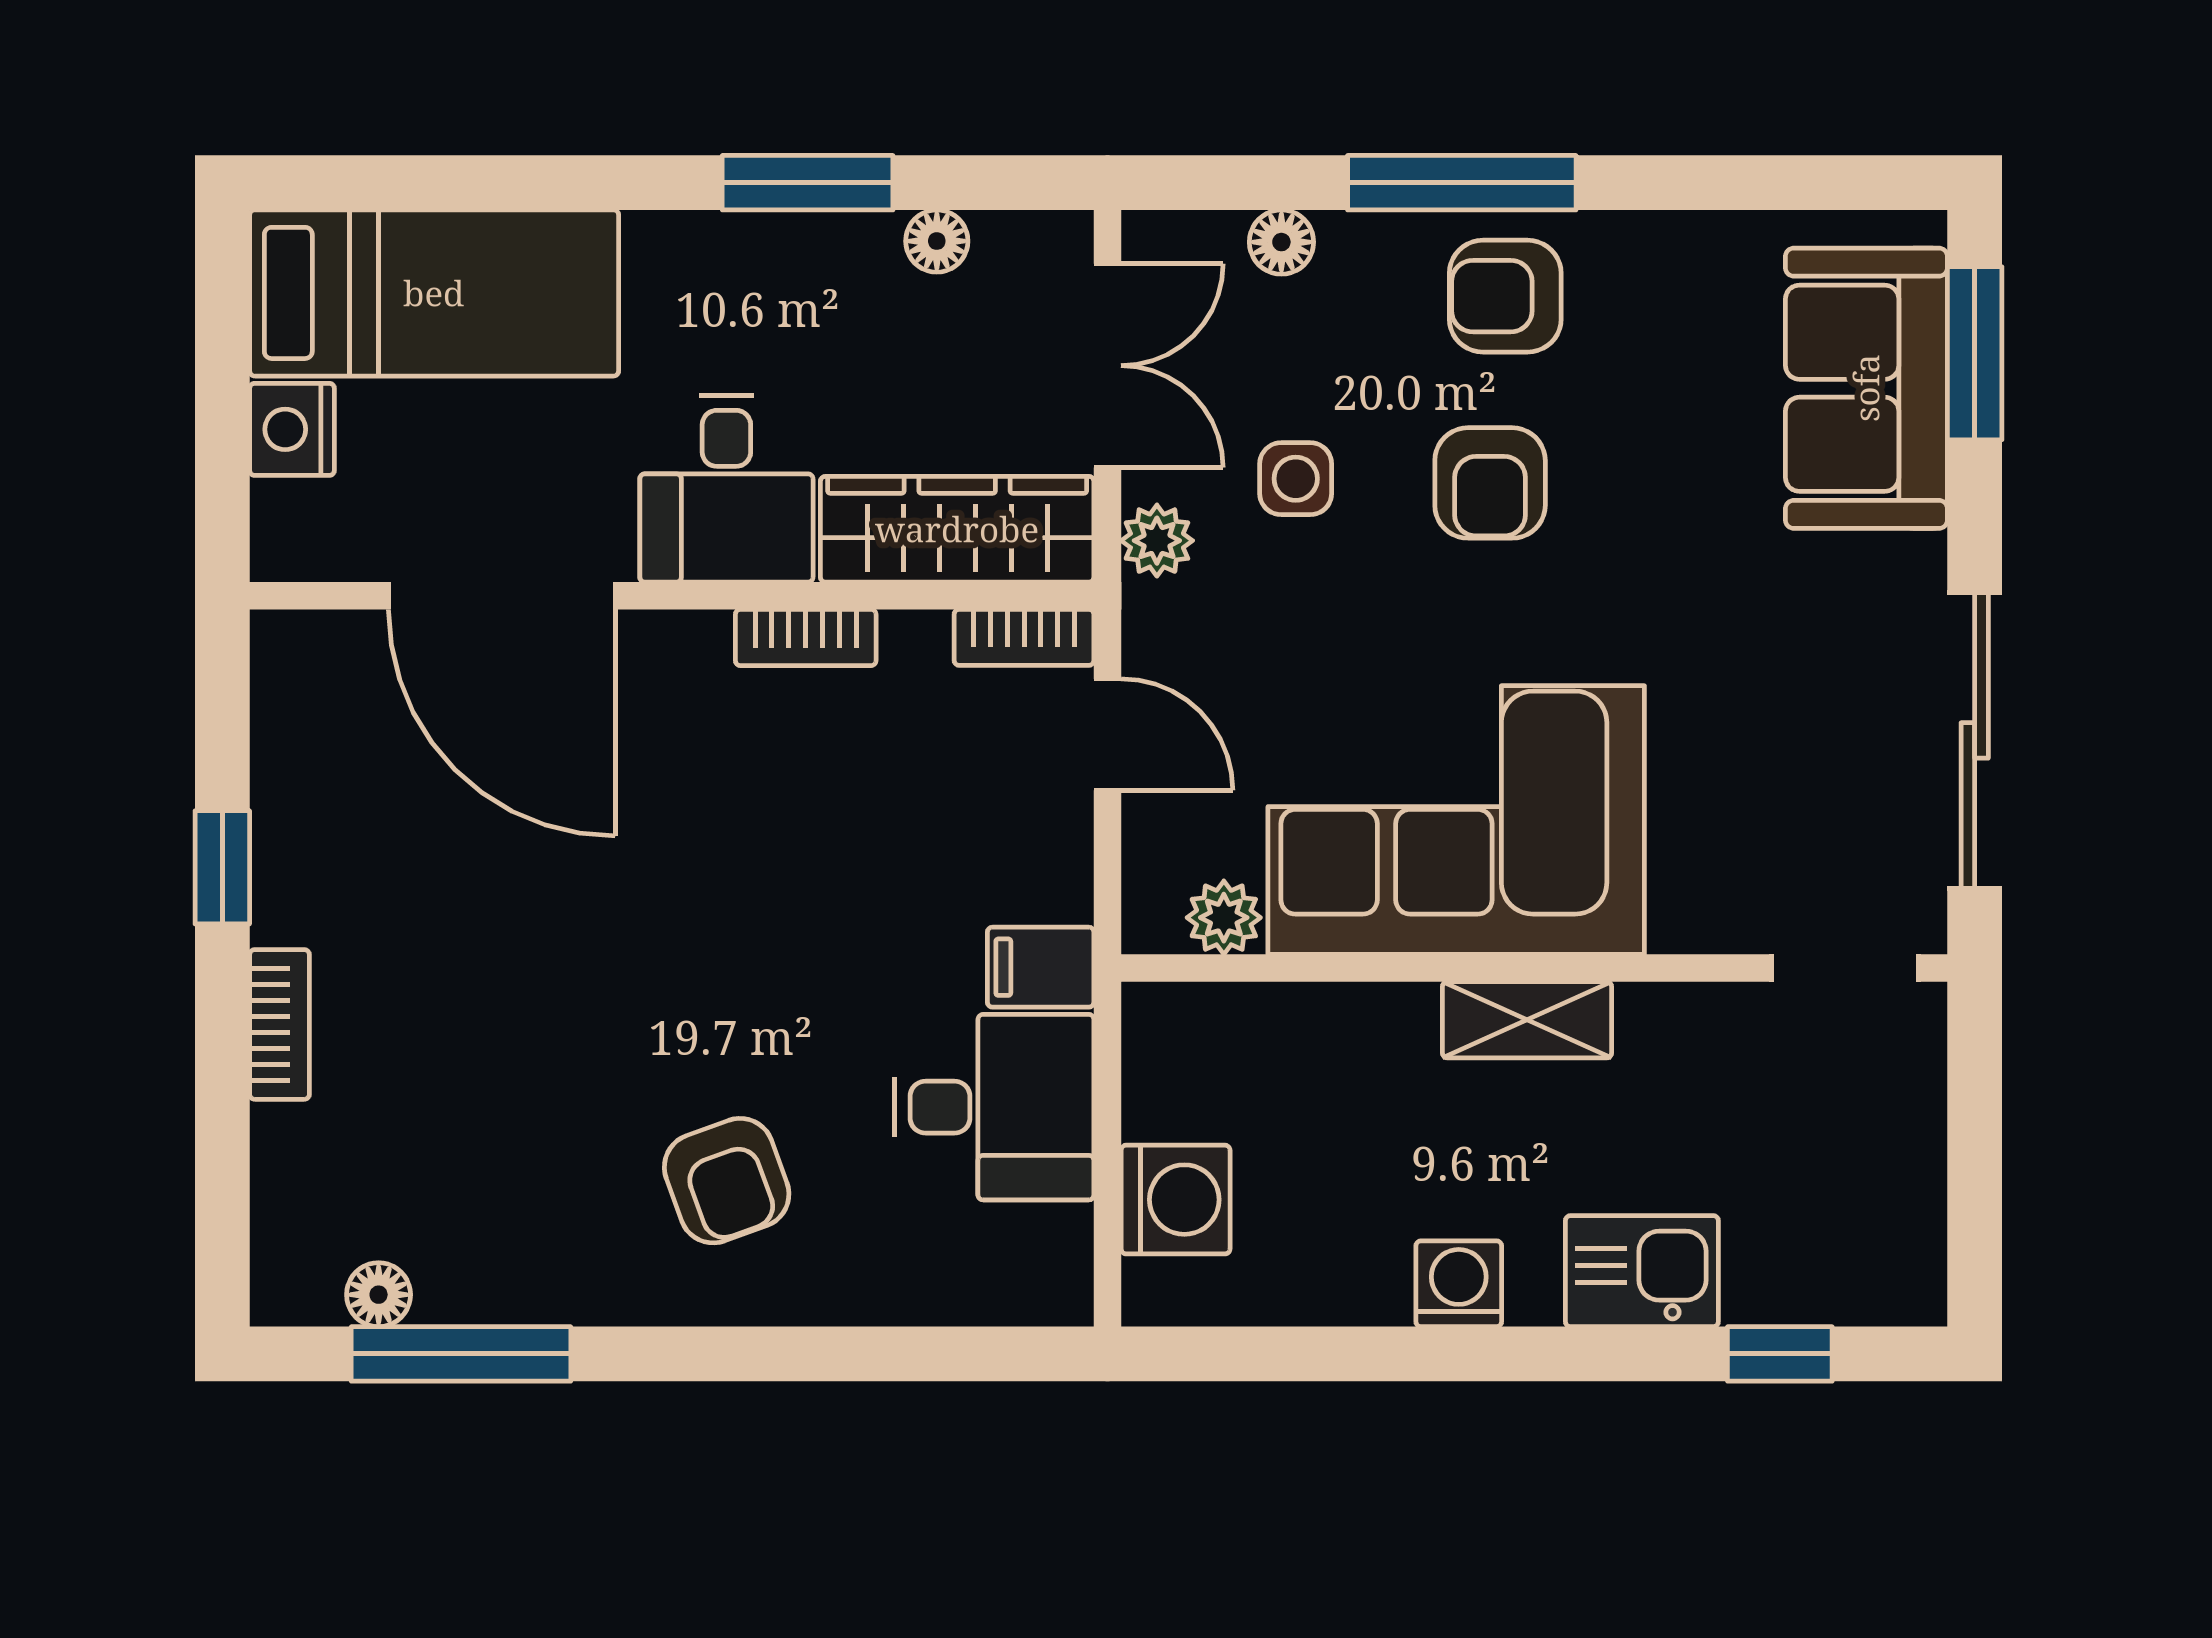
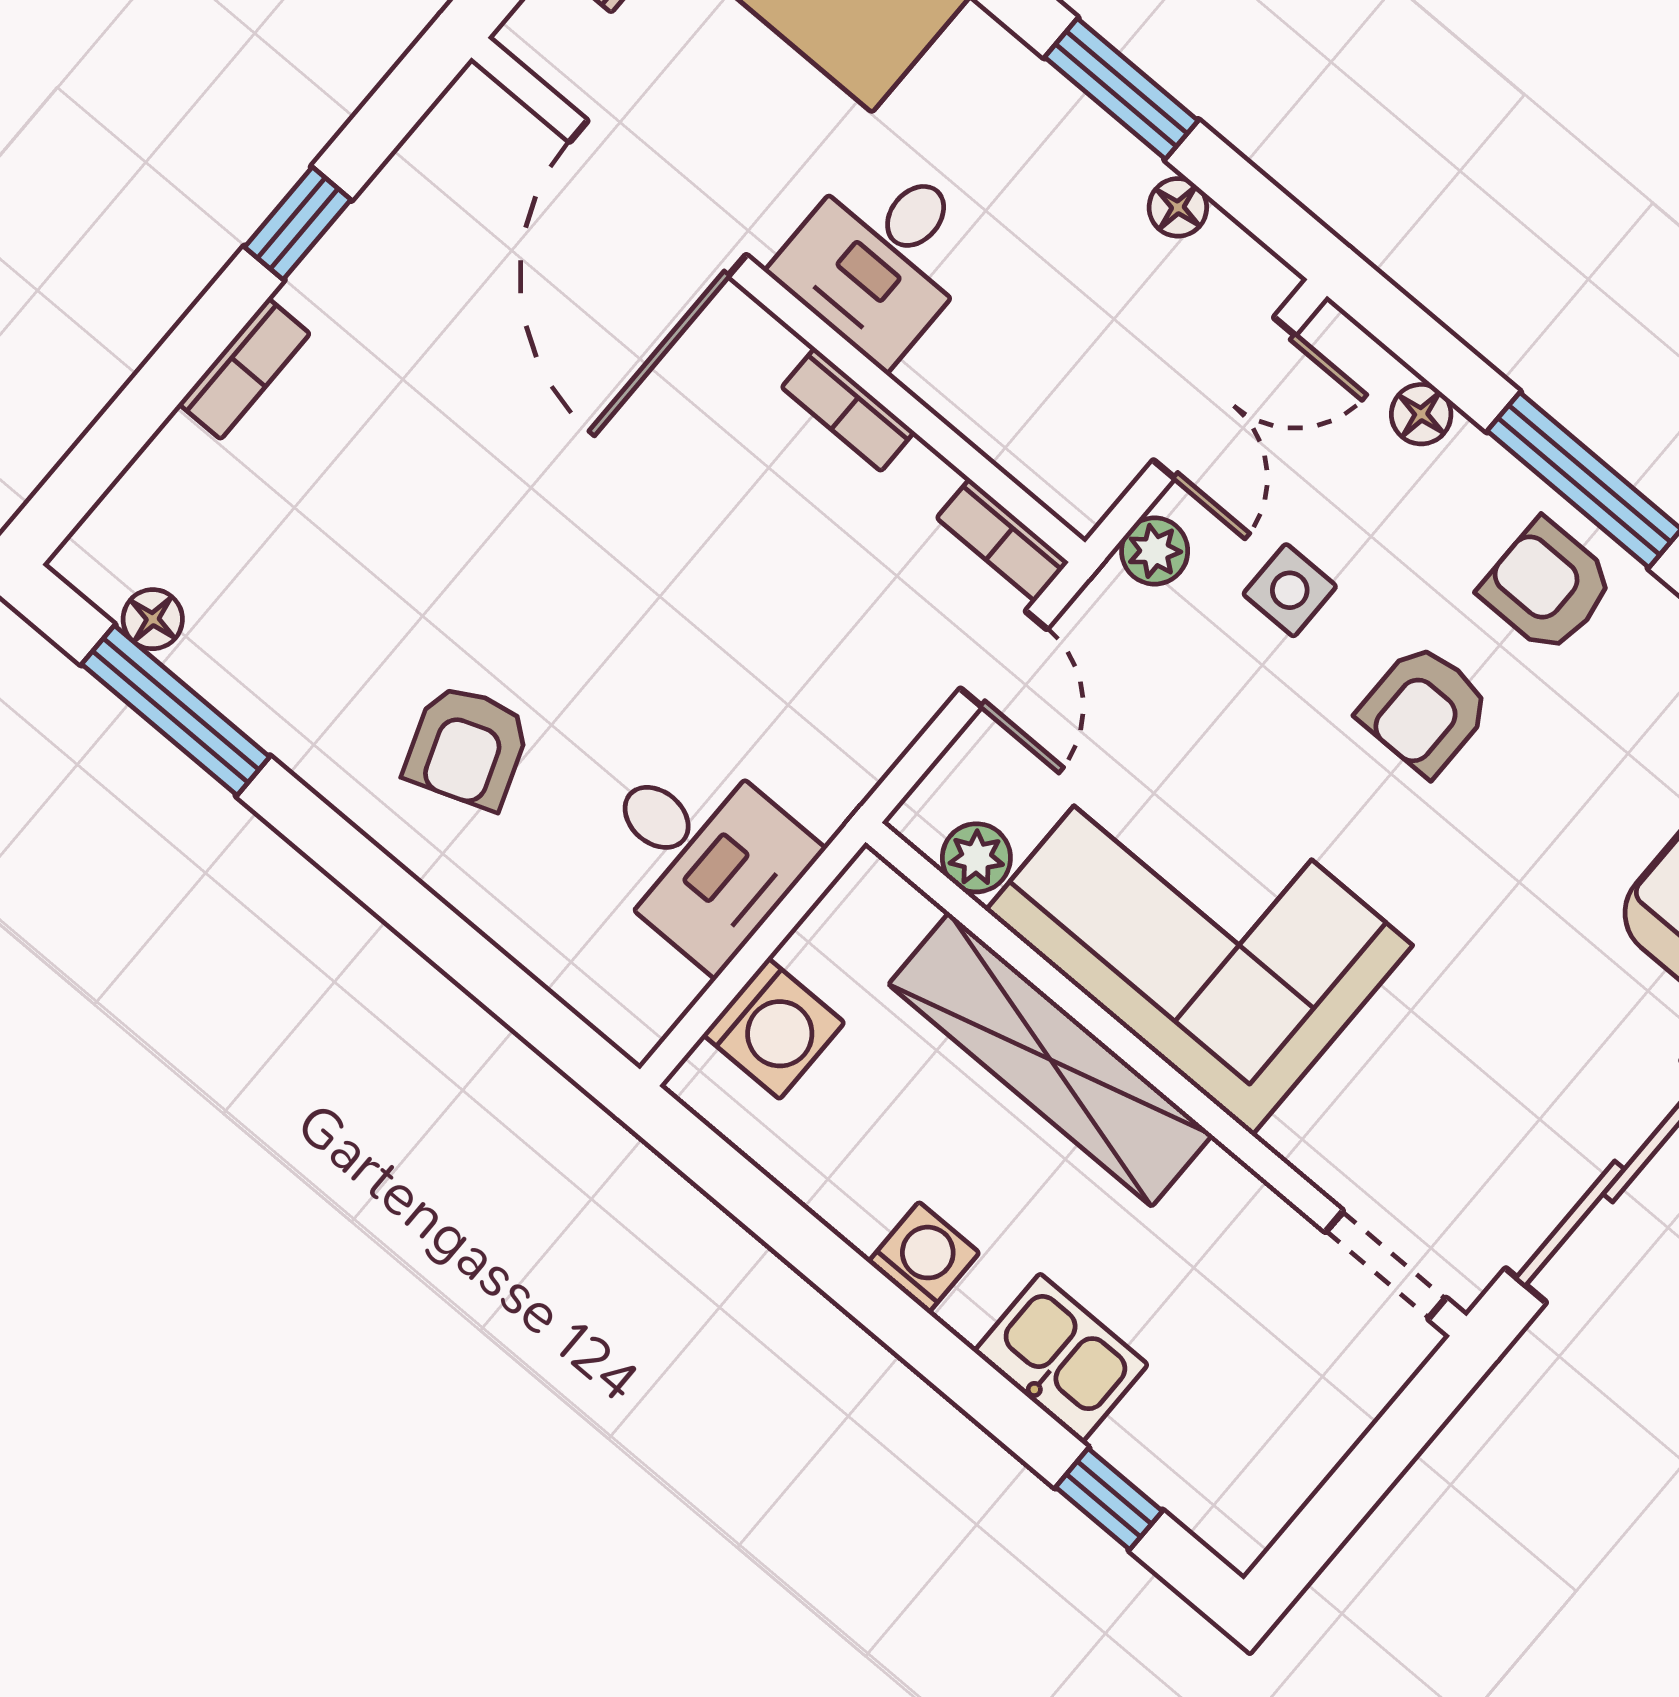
wardrobe: (957, 529) -> (1020, 424), removed
filing cabinet: (1041, 967) -> (817, 783), removed
shelving: (1527, 1020) -> (1050, 1060), width x2.20, depth x1.33

